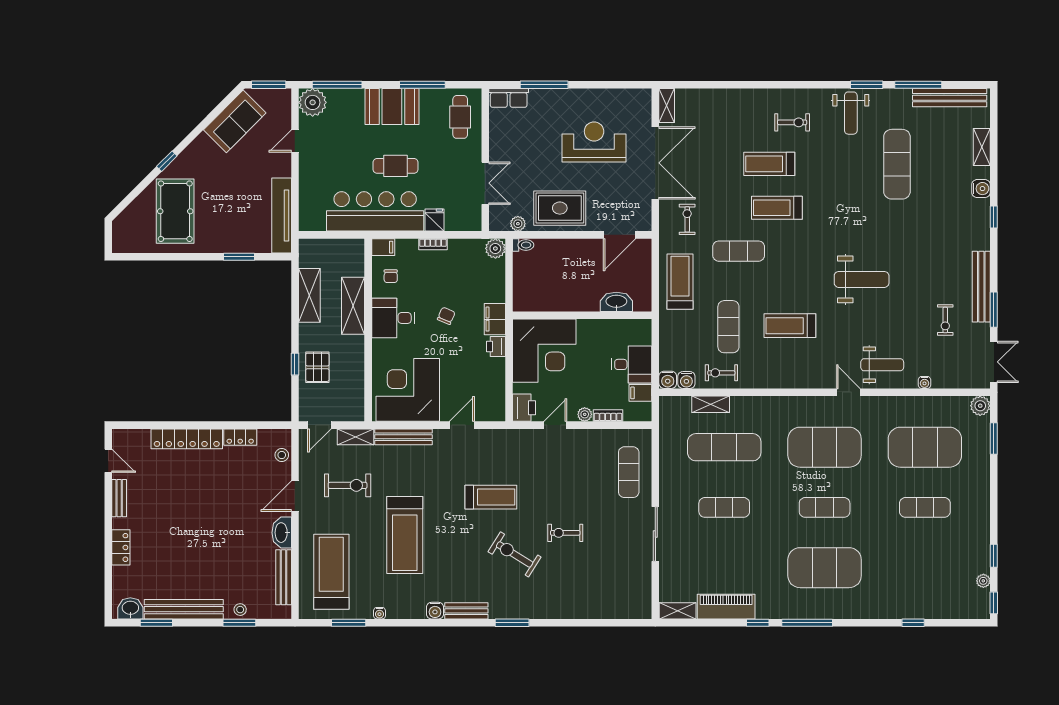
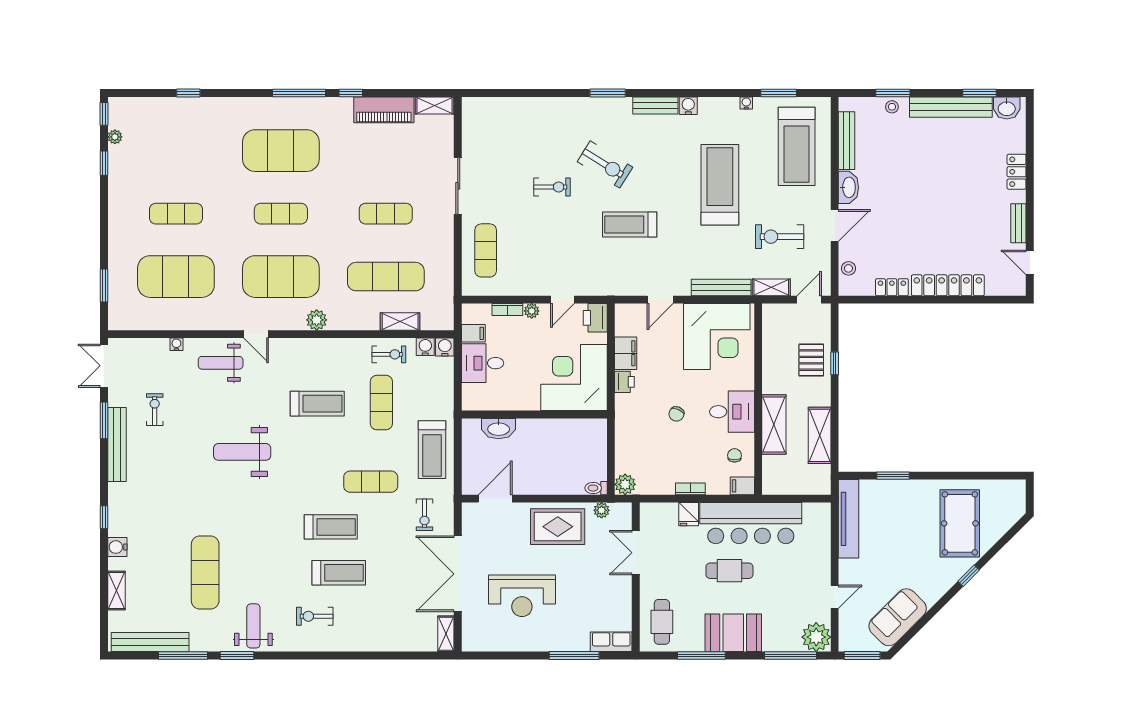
filing cabinet: (495, 319) -> (626, 353), moved
plant: (980, 406) -> (317, 320), moved

